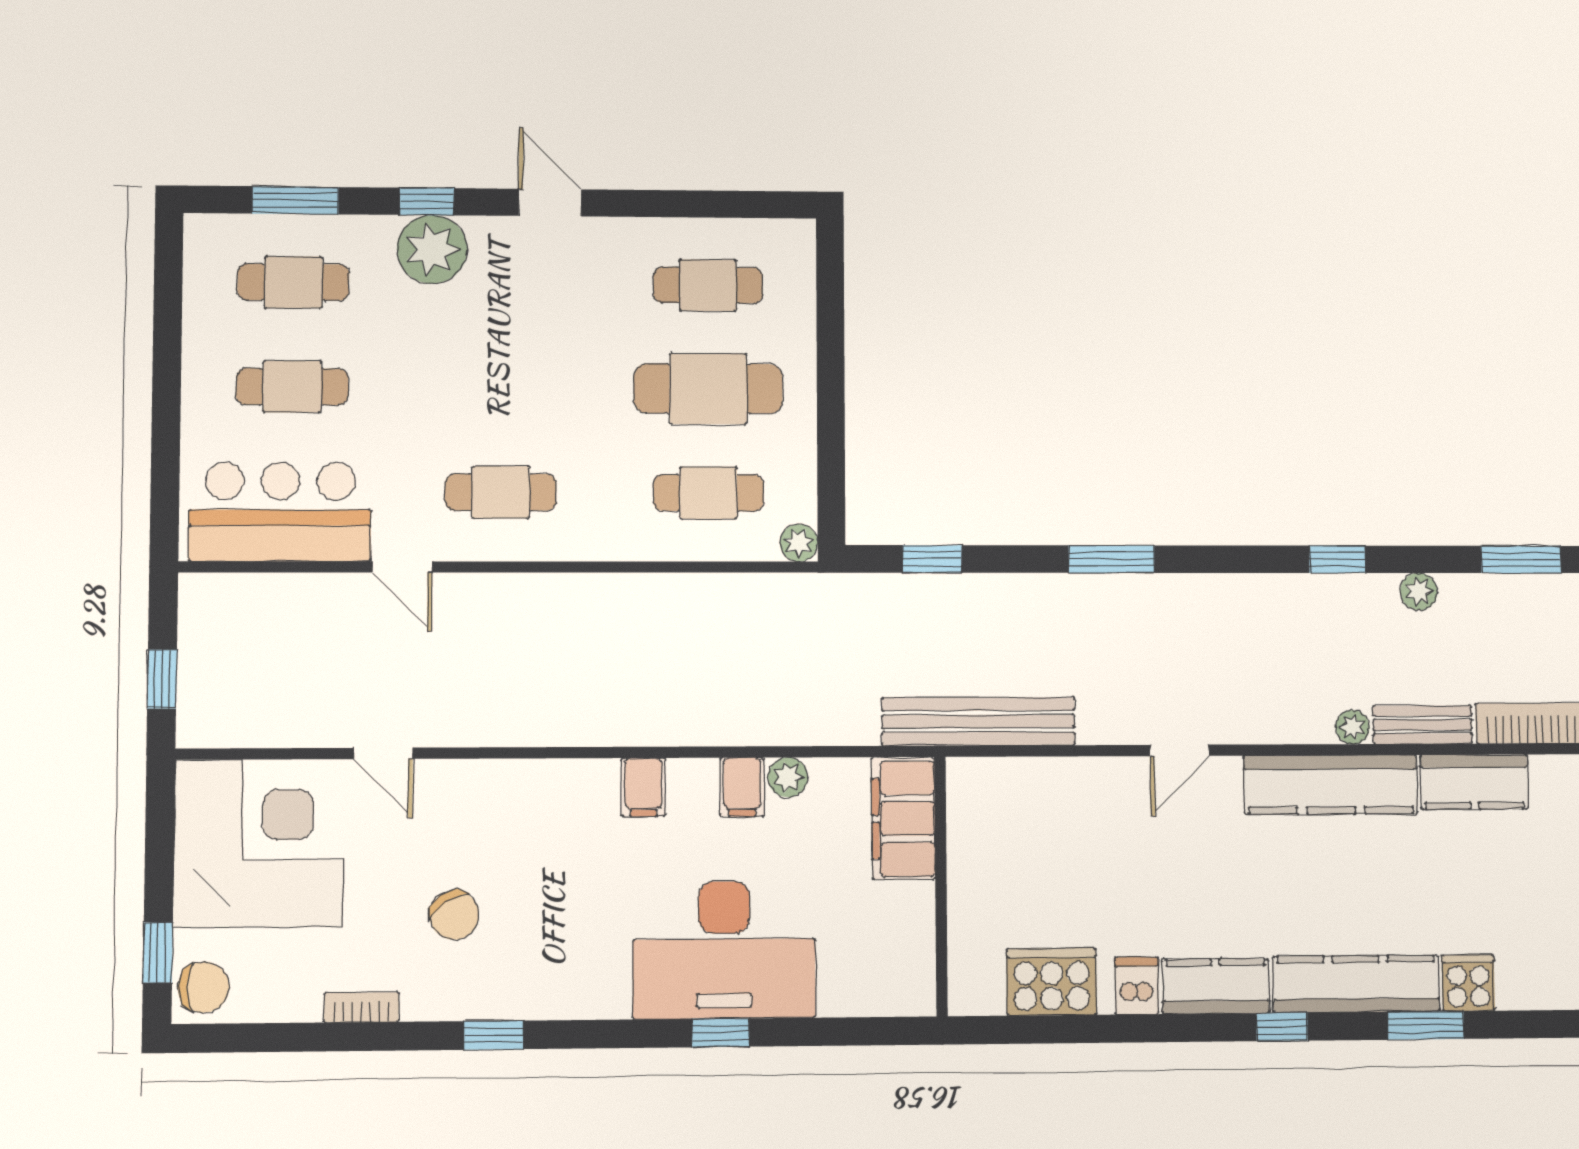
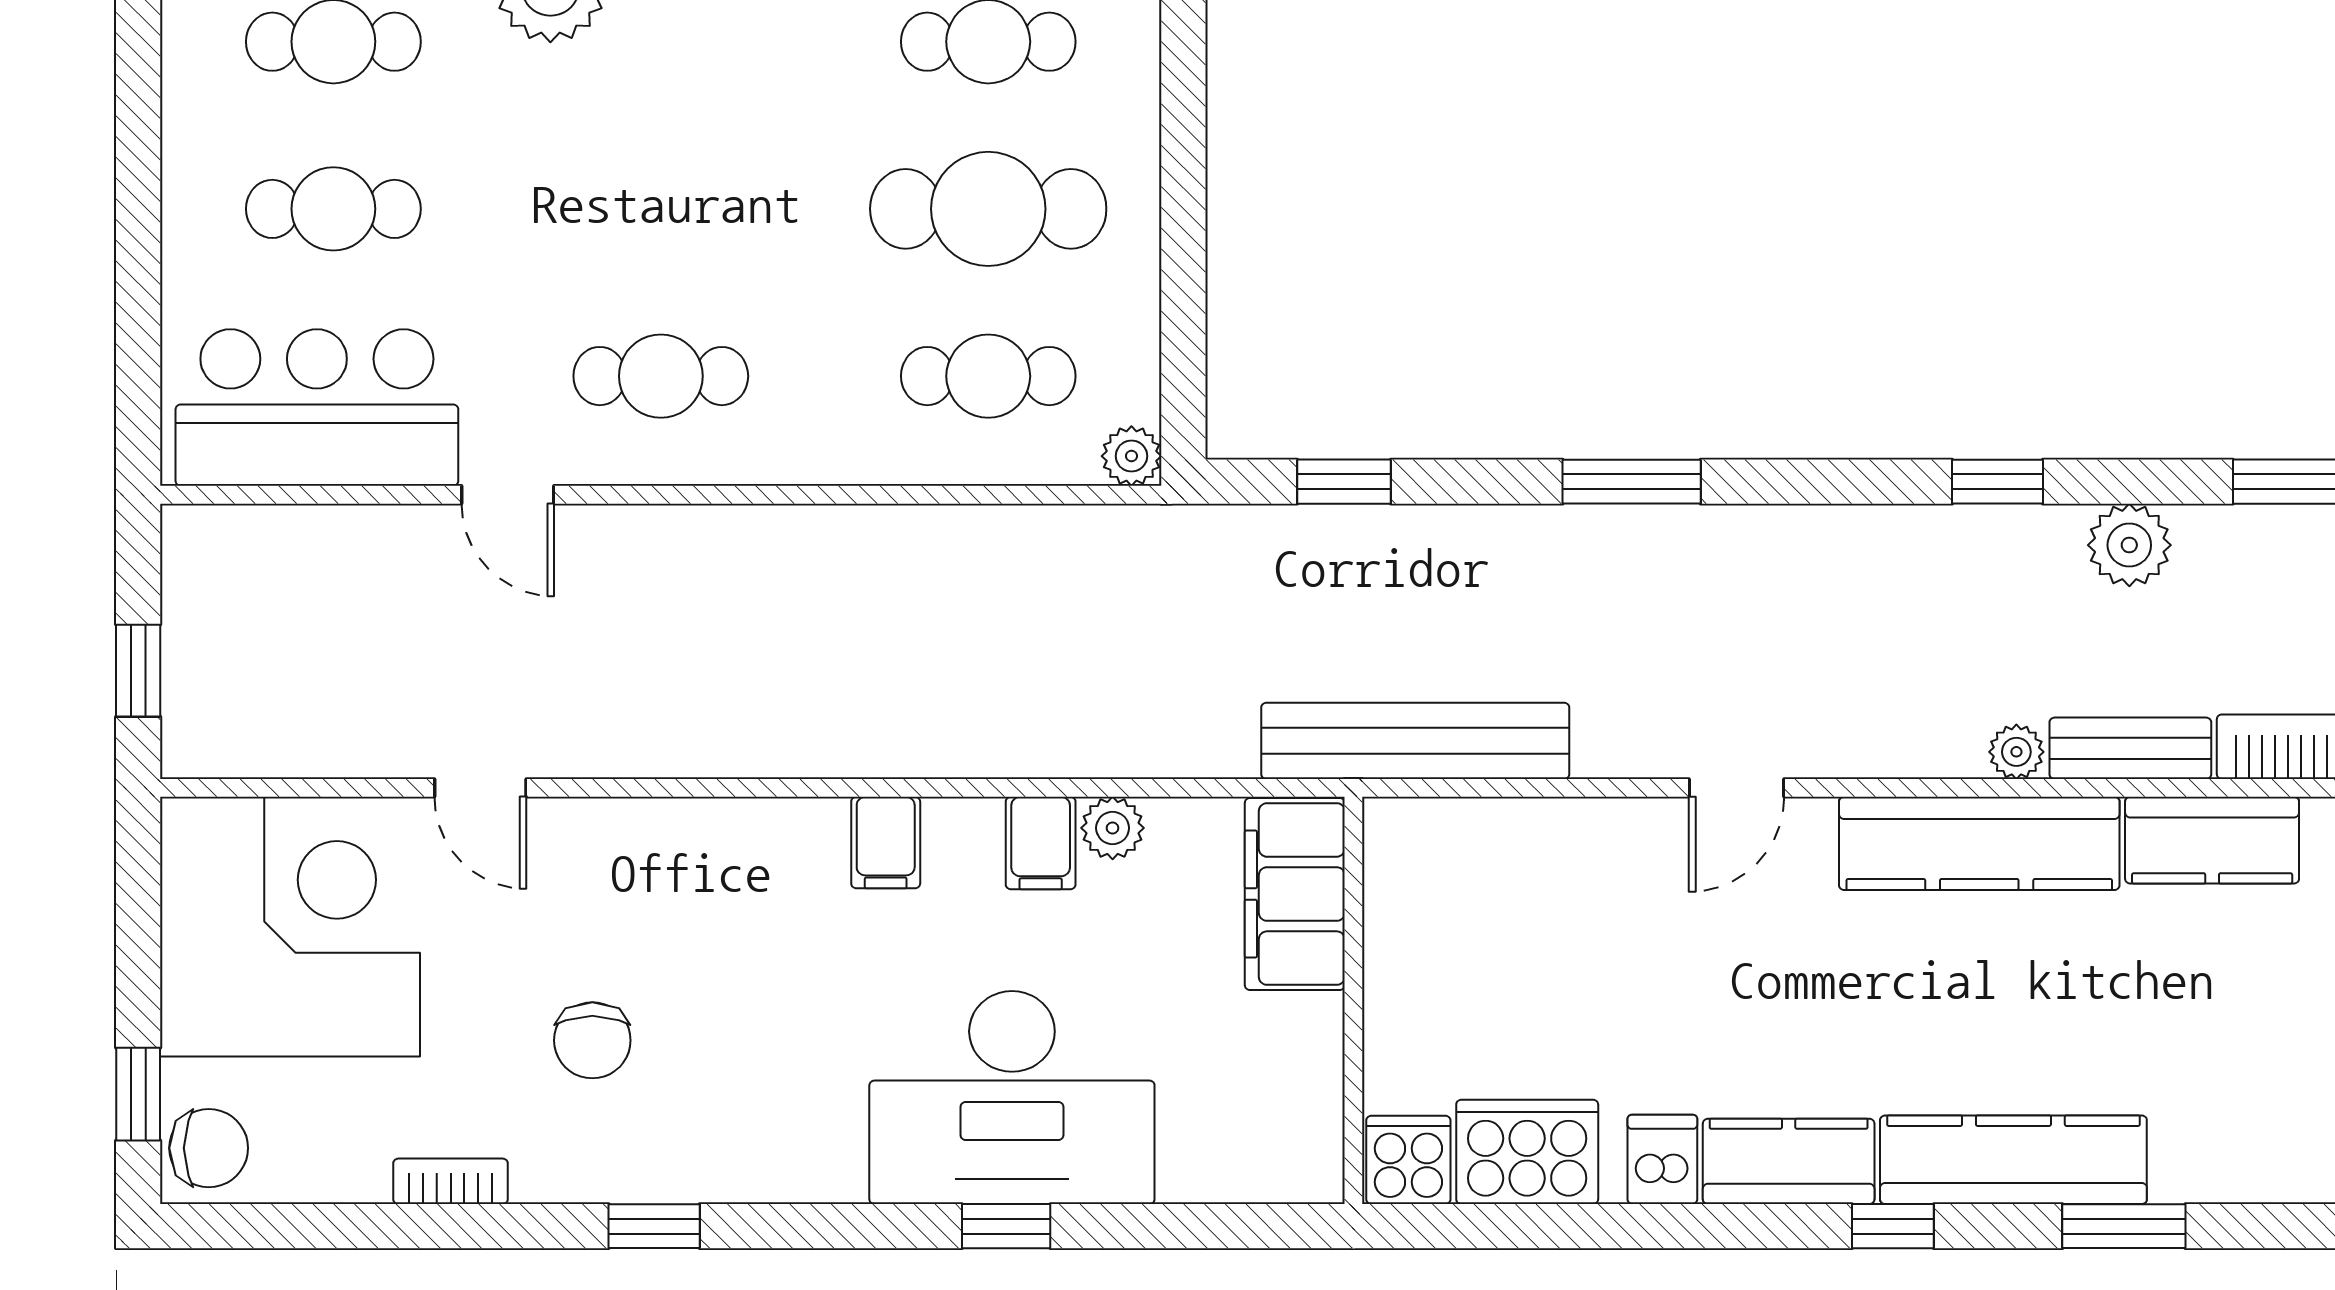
plant: (1419, 592) -> (2129, 545), width x1.38, depth x1.38
chair: (454, 915) -> (592, 1040), turned 34
cooker: (1468, 983) -> (1408, 1160), moved

